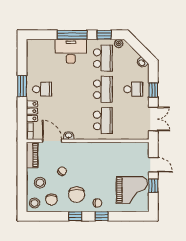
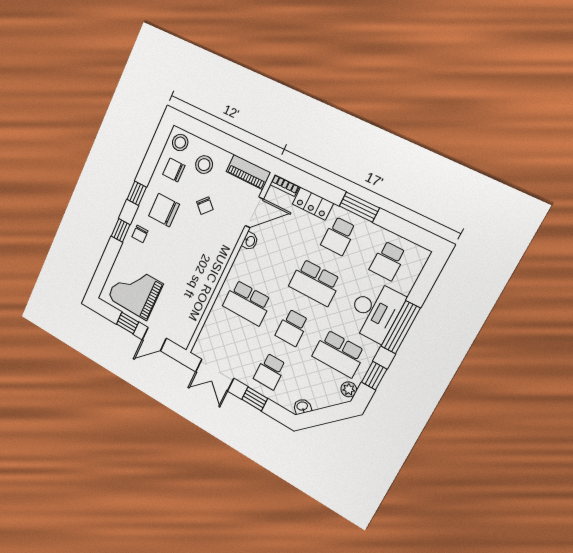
school desk: (42, 58) -> (388, 261), added
school desk: (72, 89) -> (315, 283), added
school desk: (103, 89) -> (292, 328), width x0.54
grand piano: (132, 190) -> (135, 291), turned 90

